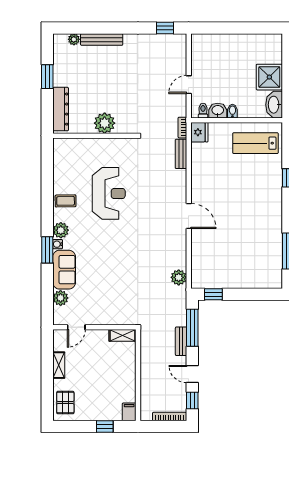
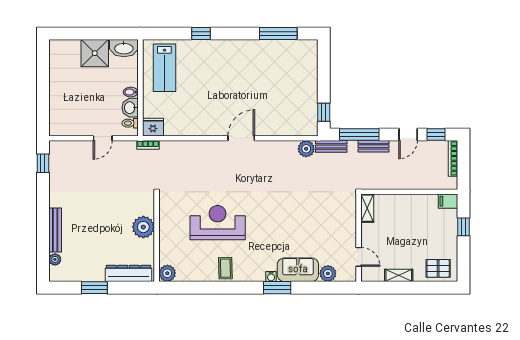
door: (189, 85) -> (103, 138), hinge flipped
bench: (181, 154) -> (331, 146), moved
plant: (61, 230) -> (167, 273), moved

